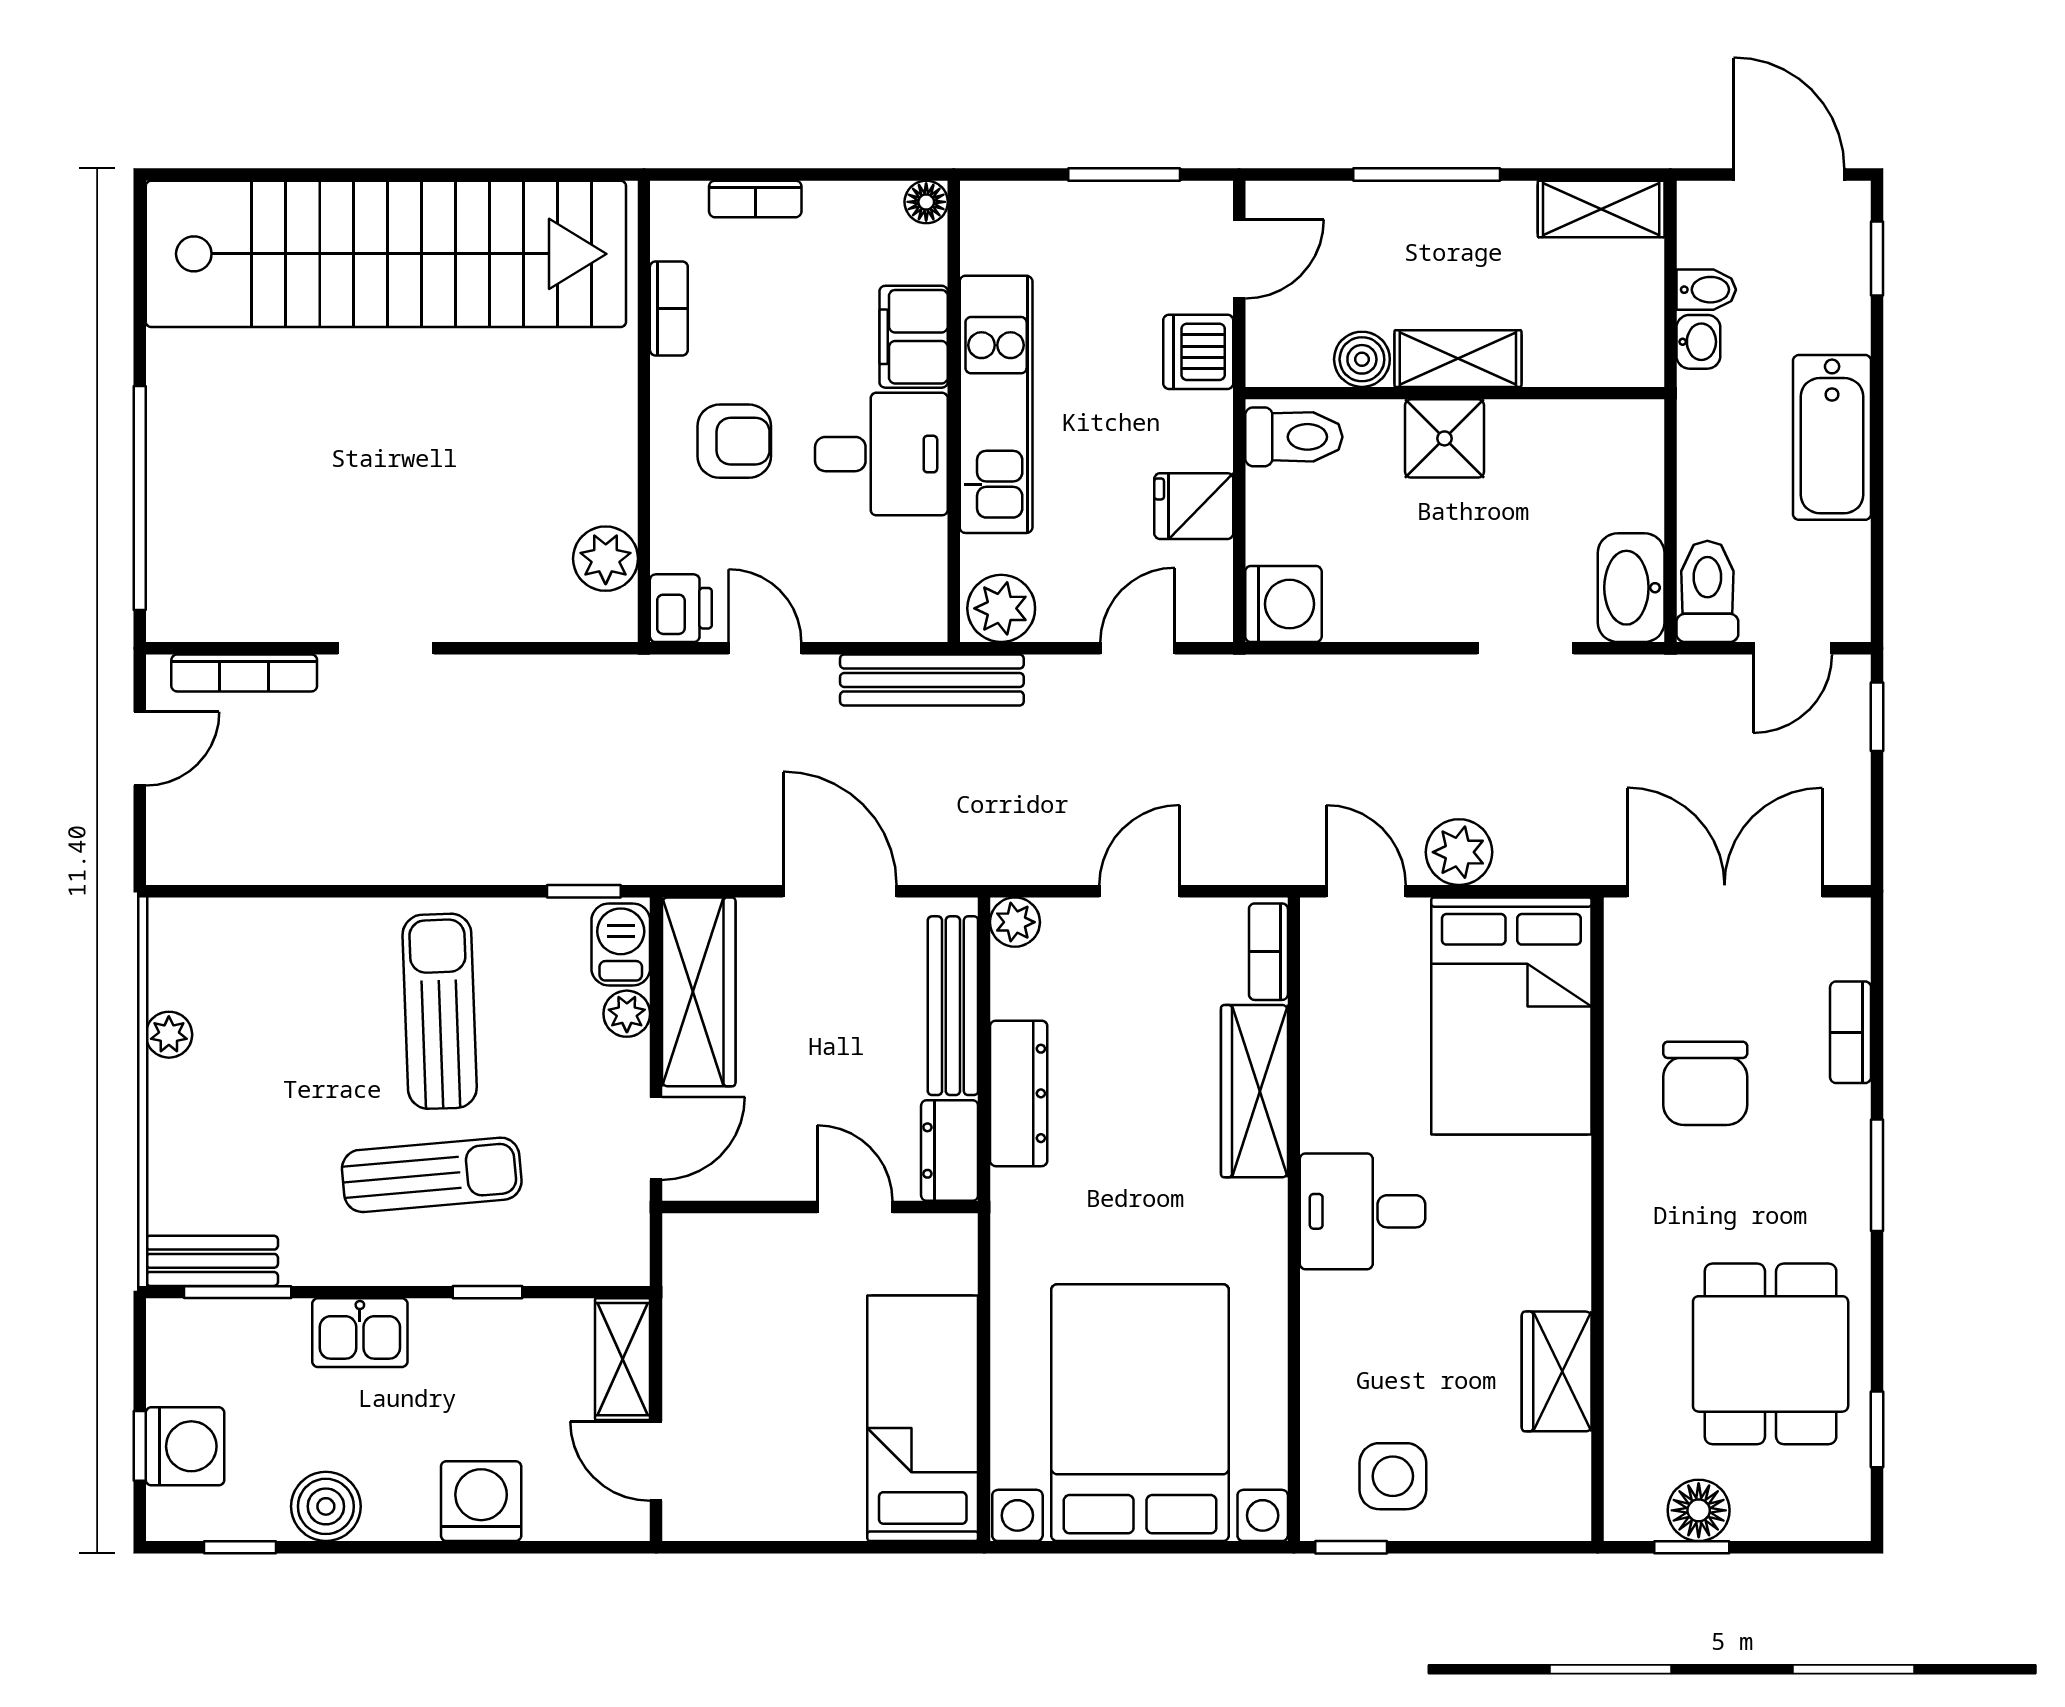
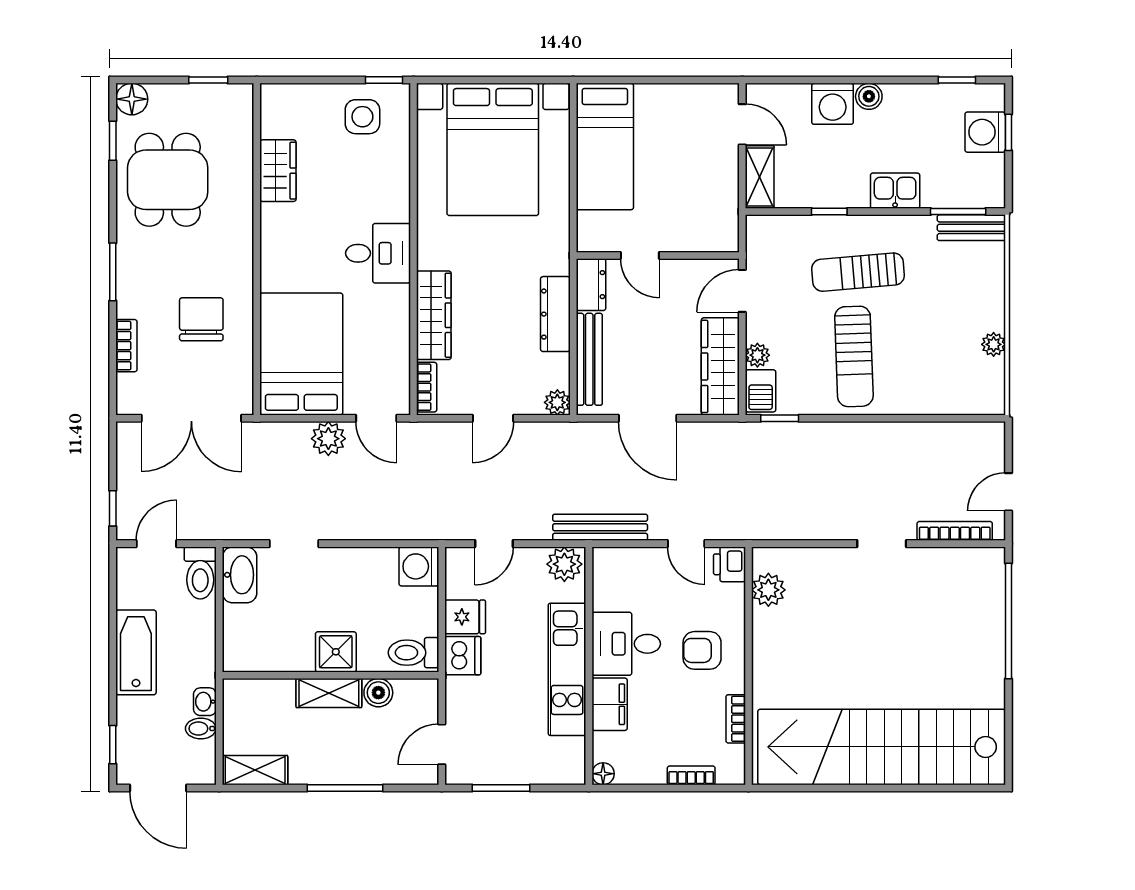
dishwasher: (1198, 352) -> (463, 656), moved
boiler: (326, 1506) -> (869, 96), moved, width x0.73, depth x0.73
floor lamp: (1699, 1510) -> (132, 99), moved

